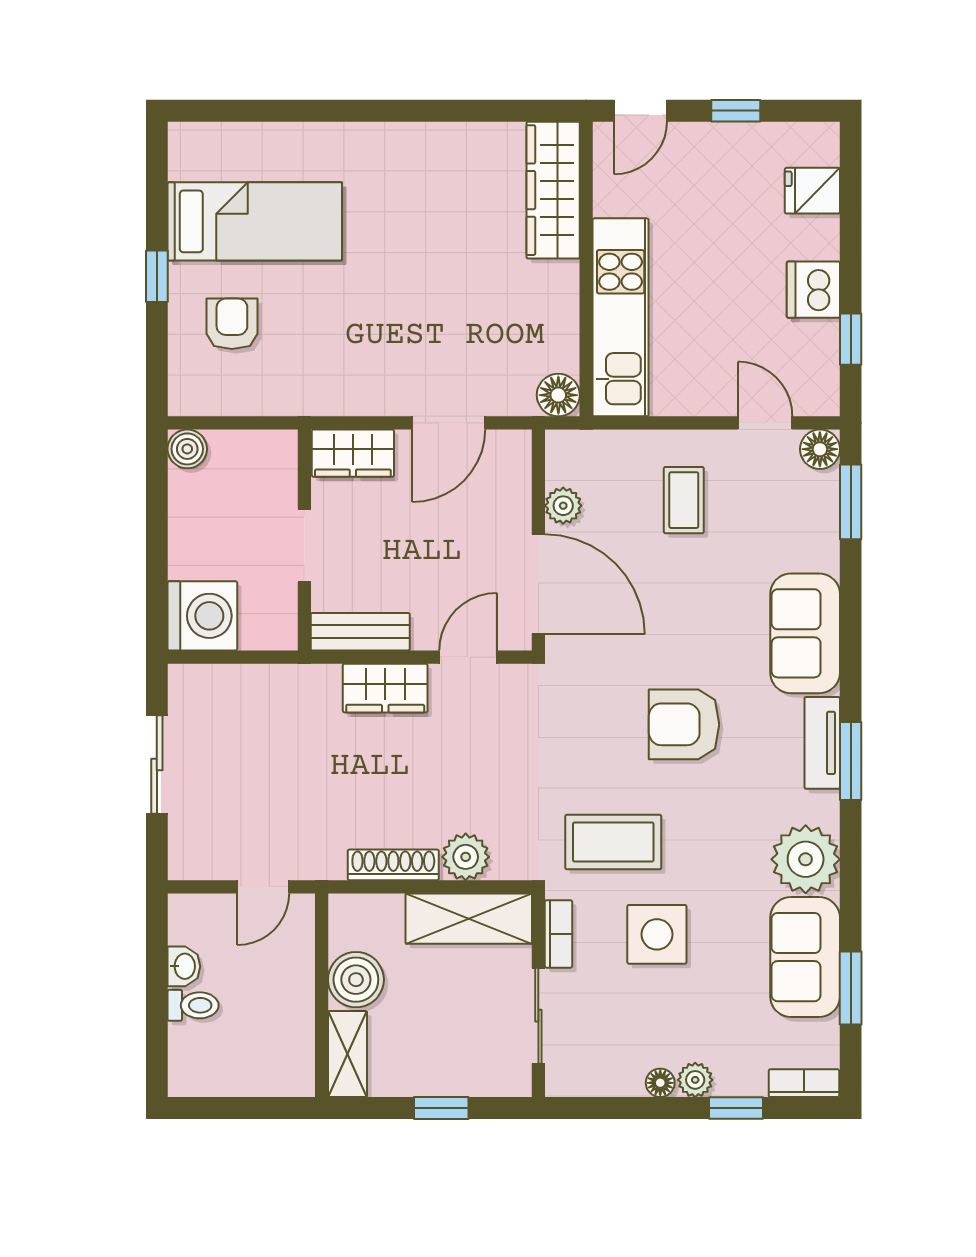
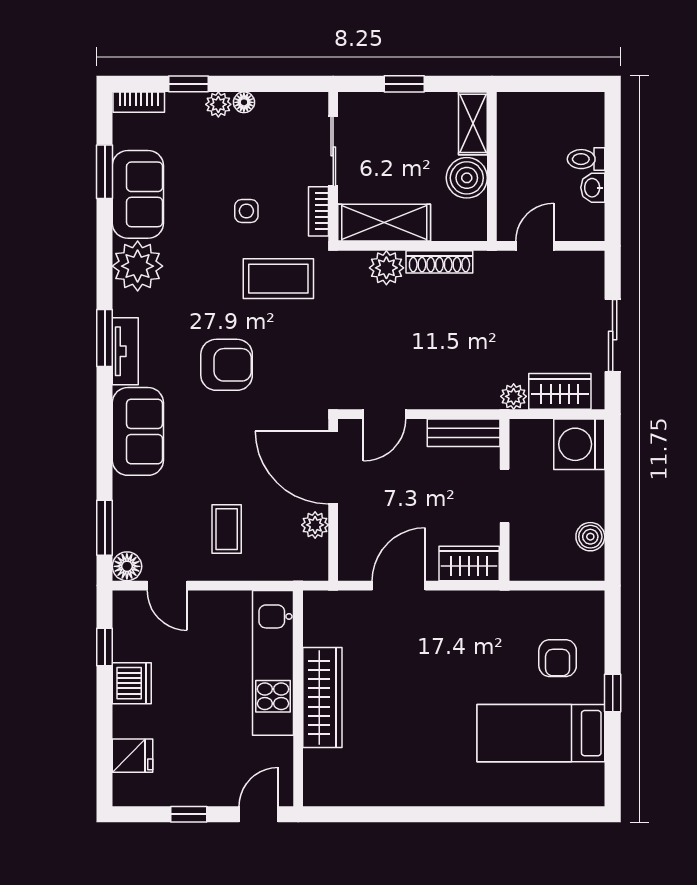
wardrobe: (553, 190) -> (322, 697), moved
floor lamp: (558, 395) -> (319, 606), removed
boiler: (187, 449) -> (590, 537), moved
plant: (292, 681) -> (514, 396), added
wardrobe: (385, 688) -> (560, 391), moved
side table: (657, 934) -> (246, 211), width x0.54, depth x0.54

